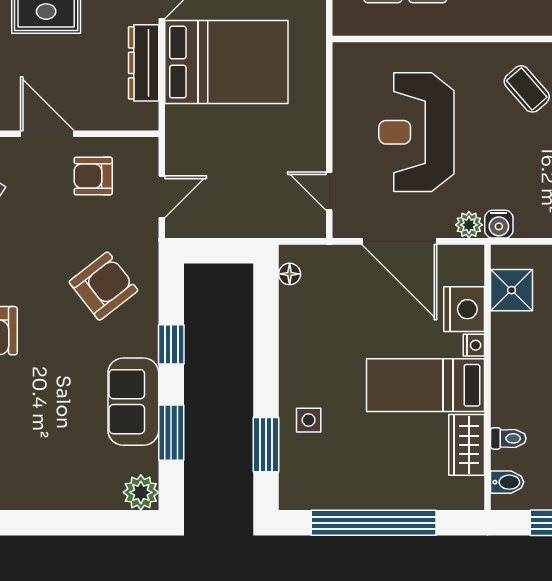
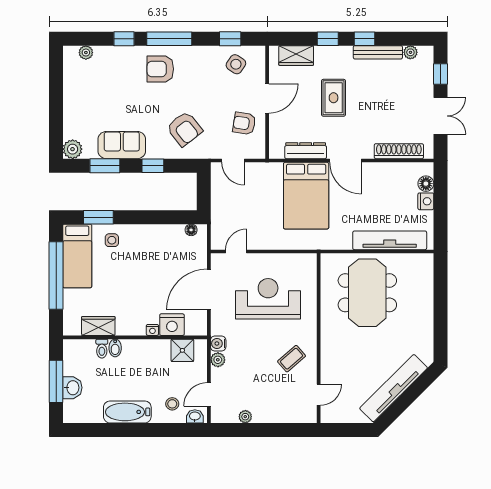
armchair: (93, 176) -> (244, 123), turned -81
plant: (469, 225) -> (218, 360), moved
bed: (425, 385) -> (77, 256), moved, turned 180
bidet: (507, 482) -> (115, 348), moved

